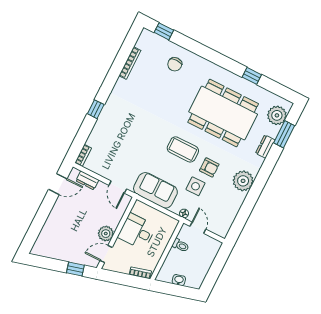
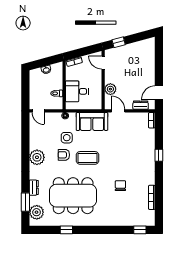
chair: (175, 64) -> (120, 186), moved
door: (198, 228) -> (38, 111), moved
desk: (137, 231) -> (77, 91), moved, turned 180
plant: (106, 234) -> (110, 89), moved
door: (106, 254) -> (103, 63), swing flipped

